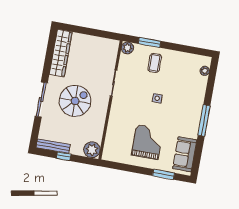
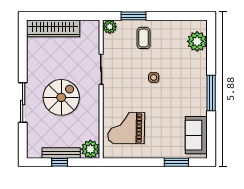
wardrobe: (61, 53) -> (53, 28), moved, turned 90
plant: (205, 71) -> (197, 41), width x1.87, depth x1.87
grand piano: (147, 142) -> (126, 128), moved, turned -89
bench: (53, 146) -> (61, 153), moved

